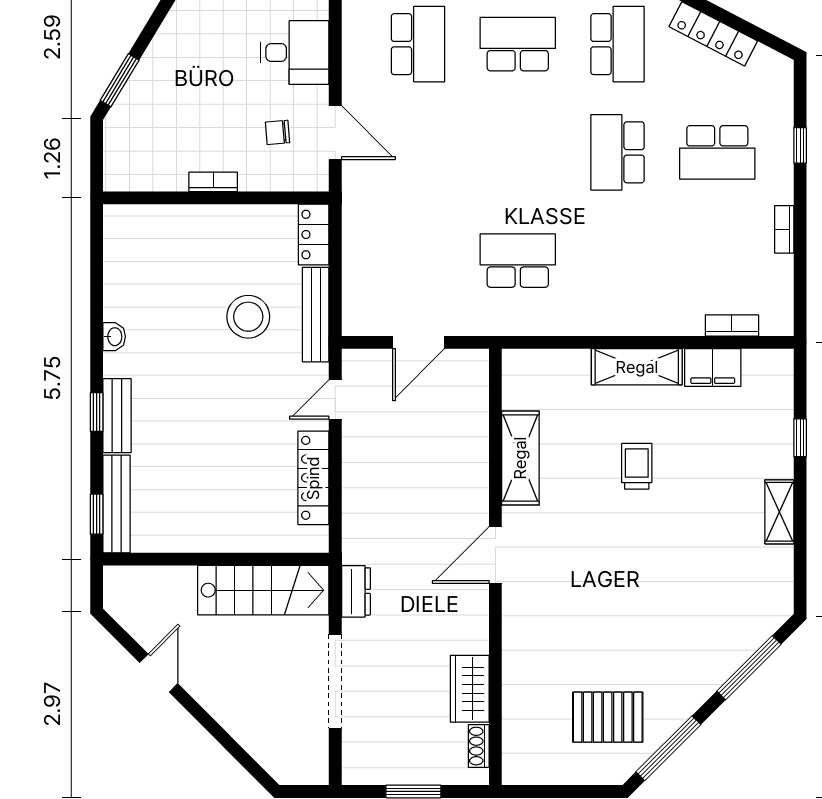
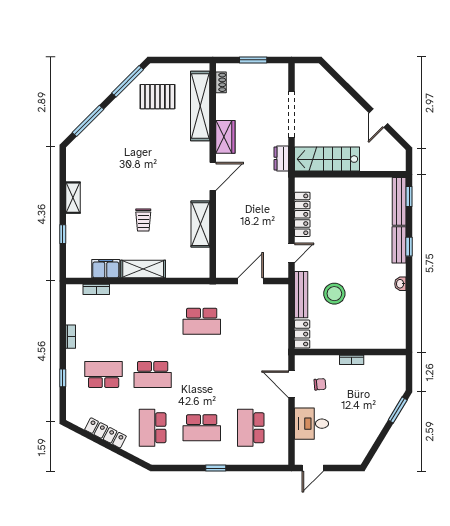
school desk: (618, 152) -> (153, 374), turned 90
wardrobe: (470, 689) -> (225, 137), moved
shelving: (521, 698) -> (200, 106), added

